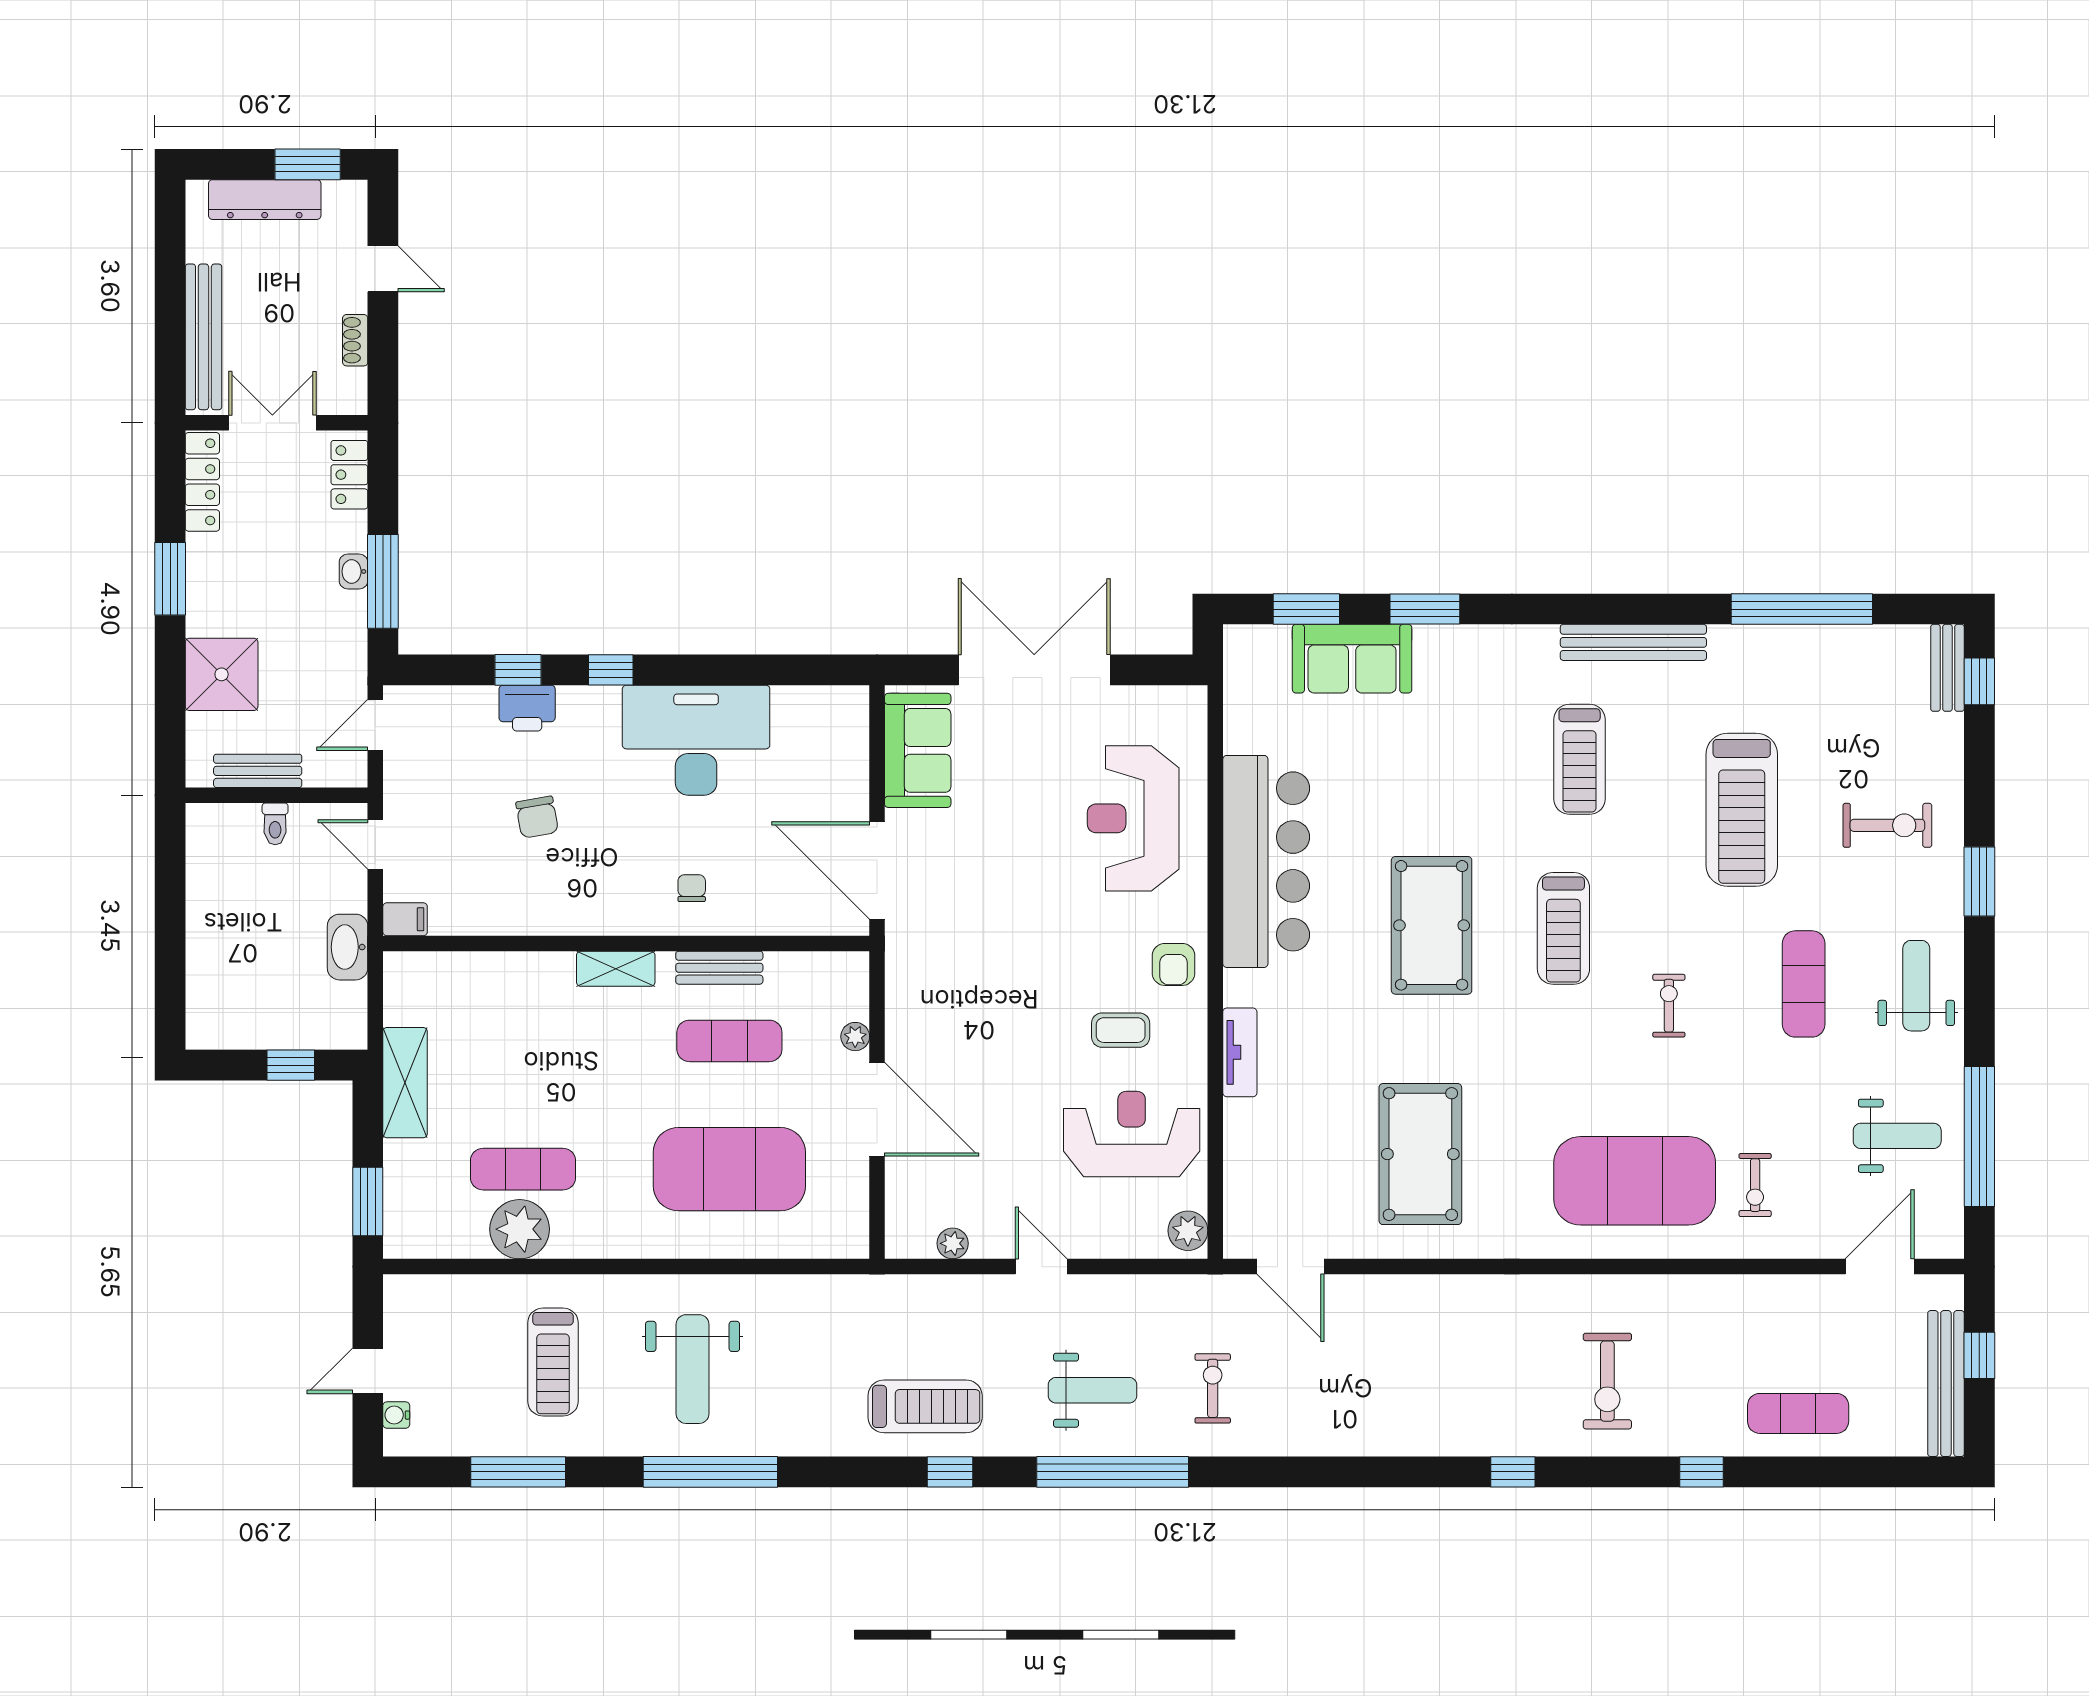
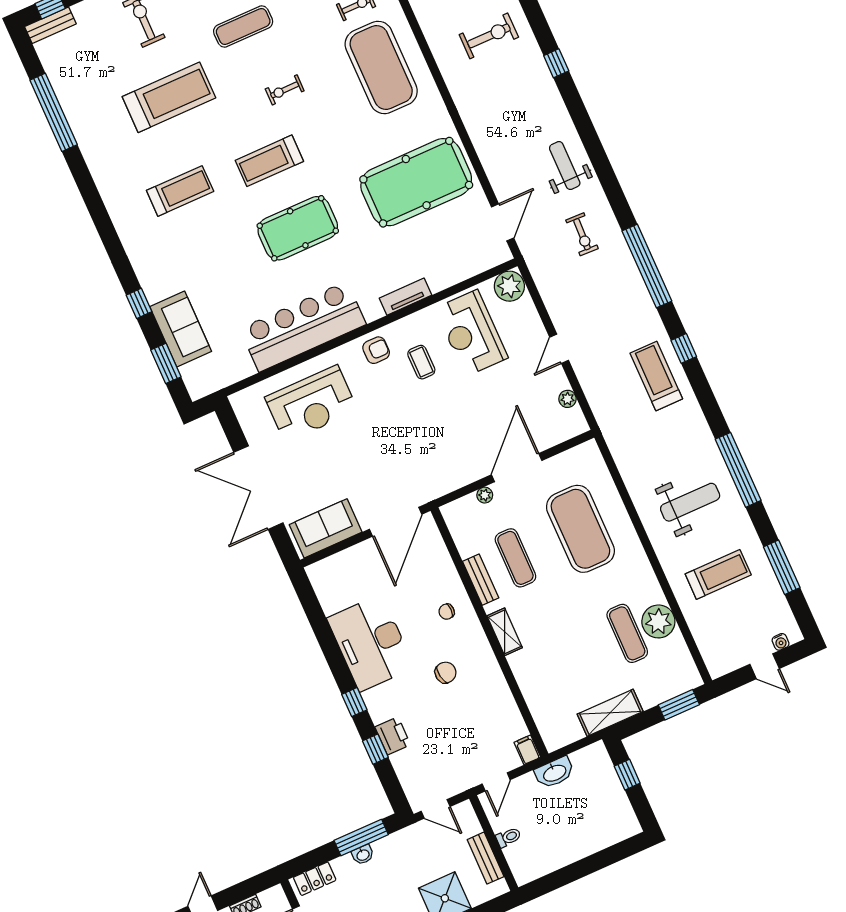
window: (1425, 609) -> (139, 303), width x0.67
bench: (1633, 642) -> (109, 190), removed
chair: (537, 817) -> (446, 673), moved
treadmill: (1563, 928) -> (269, 161), turned 180
pool table: (1420, 1154) -> (416, 182), width x1.36, depth x1.32
plant: (1188, 1231) -> (509, 286), width x1.36, depth x1.36
exercise bike: (1213, 1388) -> (582, 234), turned -88
weight bench: (1093, 1390) -> (565, 166), moved

